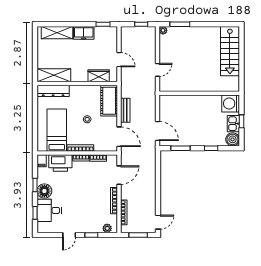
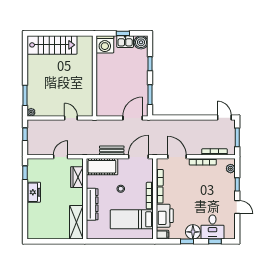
shelving: (57, 33) -> (33, 219), removed
dresser: (53, 91) -> (92, 204), moved

